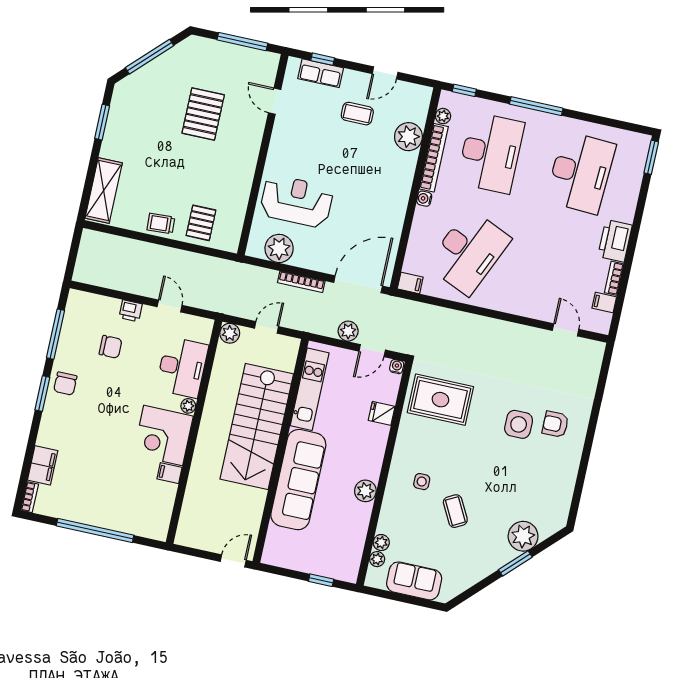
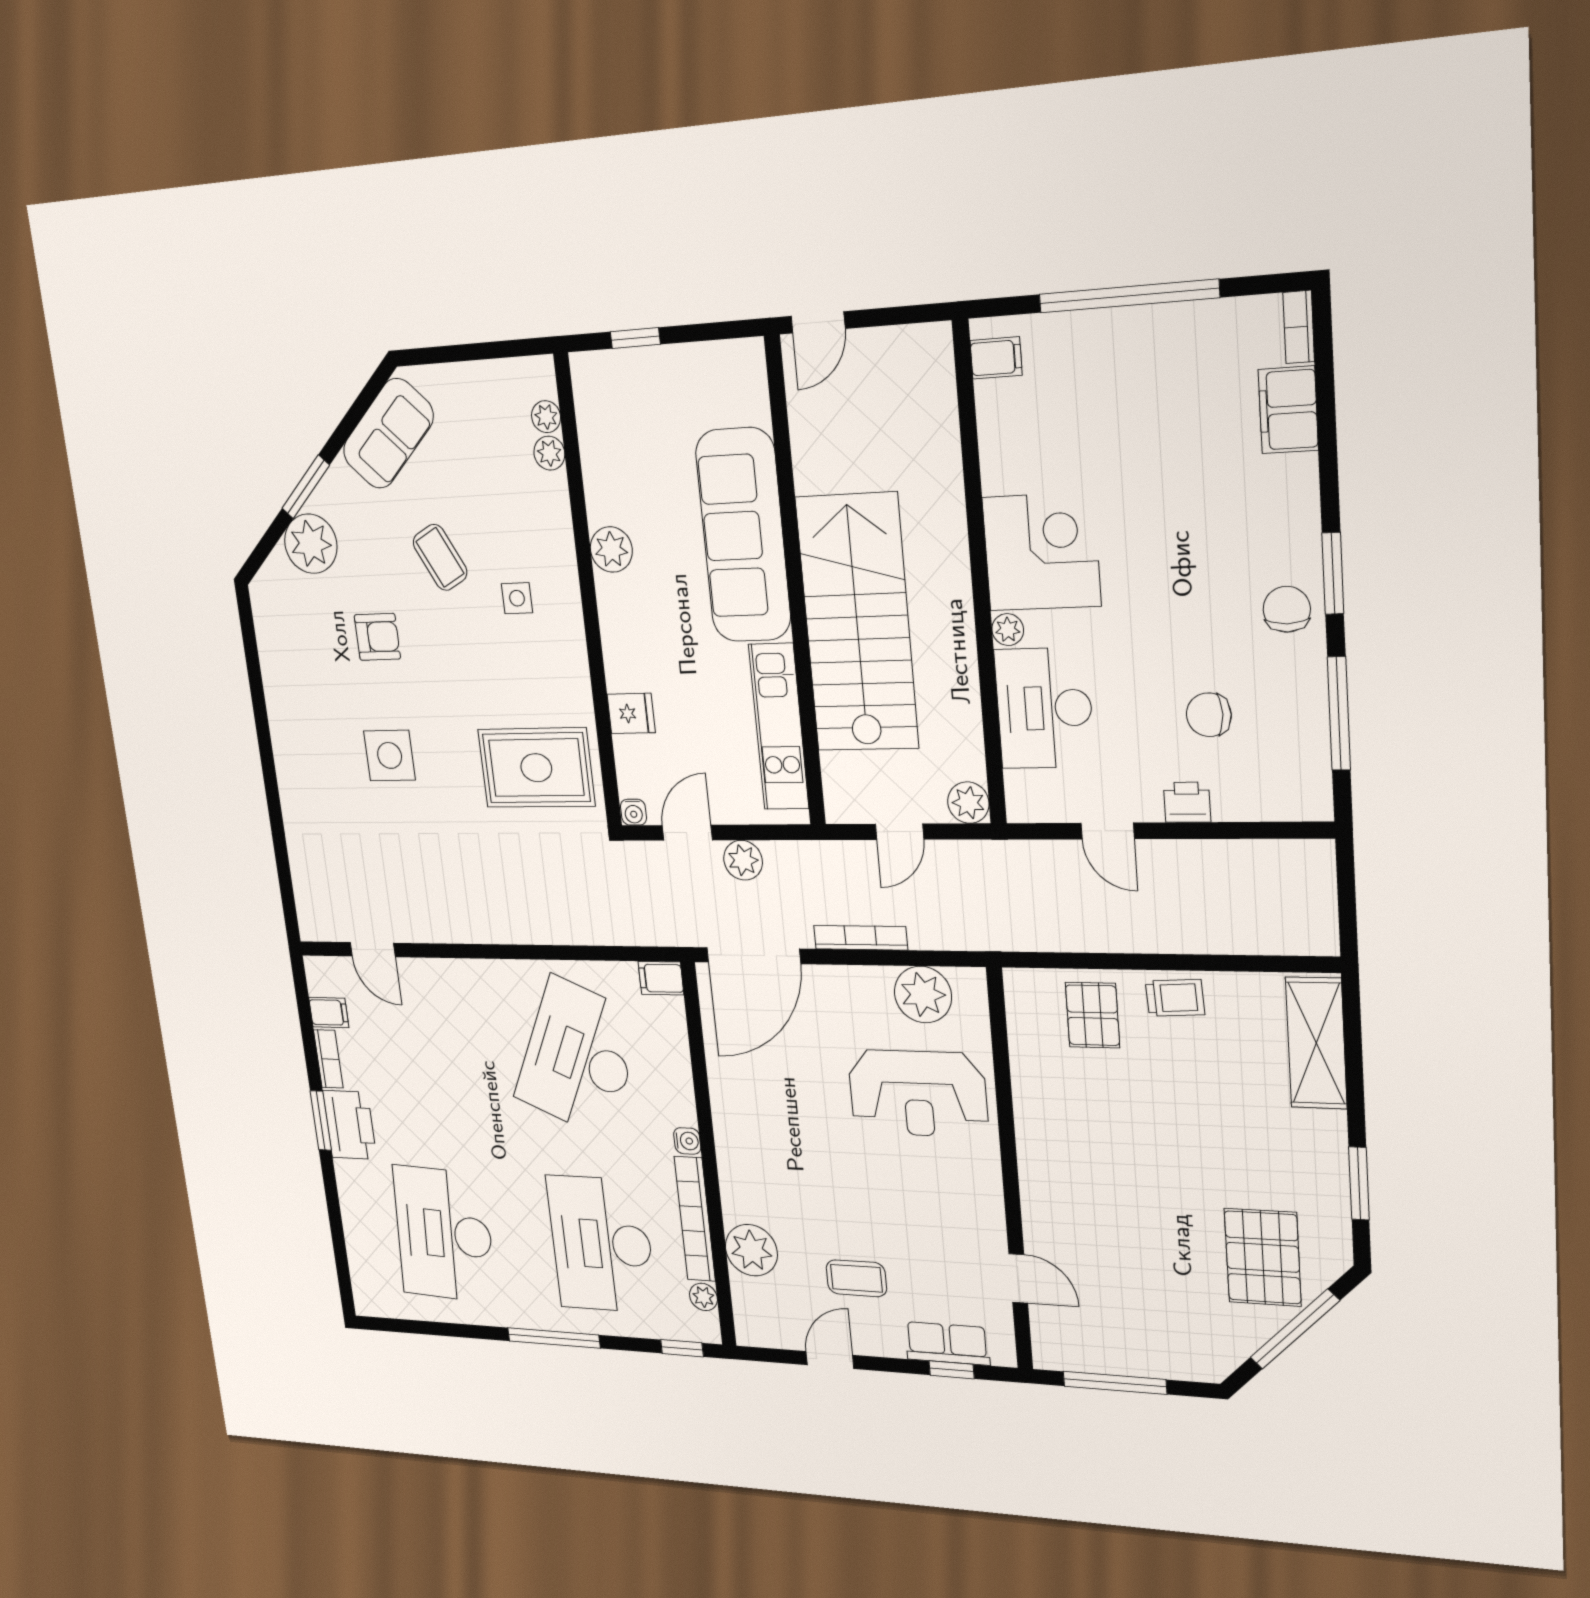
pallet: (203, 114) -> (1263, 1257), moved
window: (651, 157) -> (321, 1121), moved
armchair: (555, 424) -> (377, 637), moved
filing cabinet: (169, 473) -> (996, 358), moved
sofa: (414, 581) -> (388, 433), moved, turned -45

